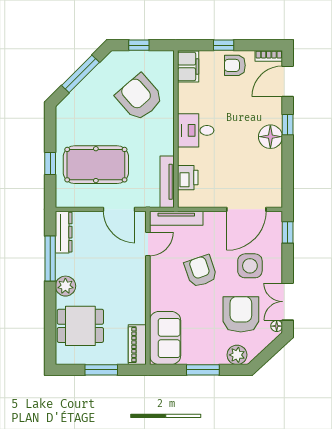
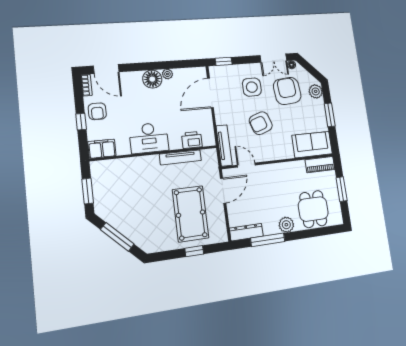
window: (139, 45) -> (88, 191), width x1.50
armchair: (139, 97) -> (132, 185), removed
window: (288, 125) -> (141, 67), removed
desk: (196, 130) -> (149, 138), width x1.37
plant: (276, 157) -> (167, 74), added
tv unit: (167, 182) -> (180, 157), moved
door: (246, 209) -> (210, 93), swing flipped
armchair: (241, 314) -> (287, 91), turned 85

